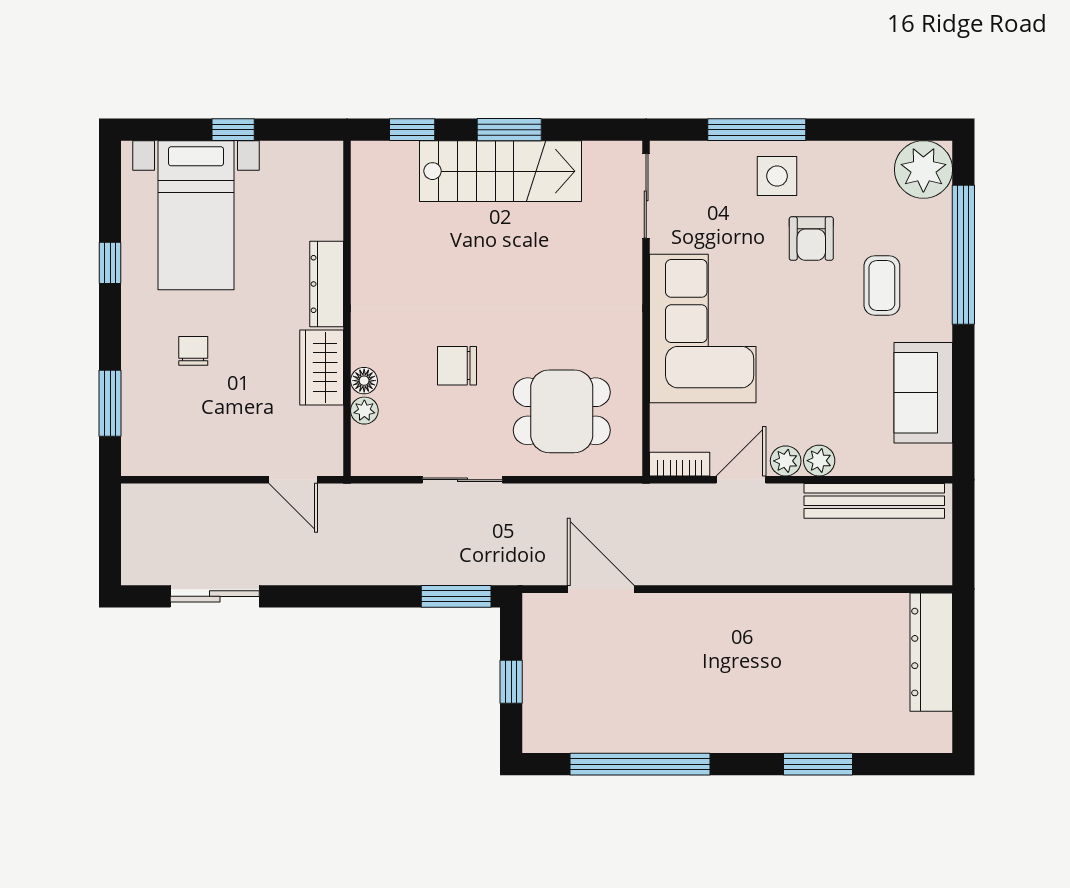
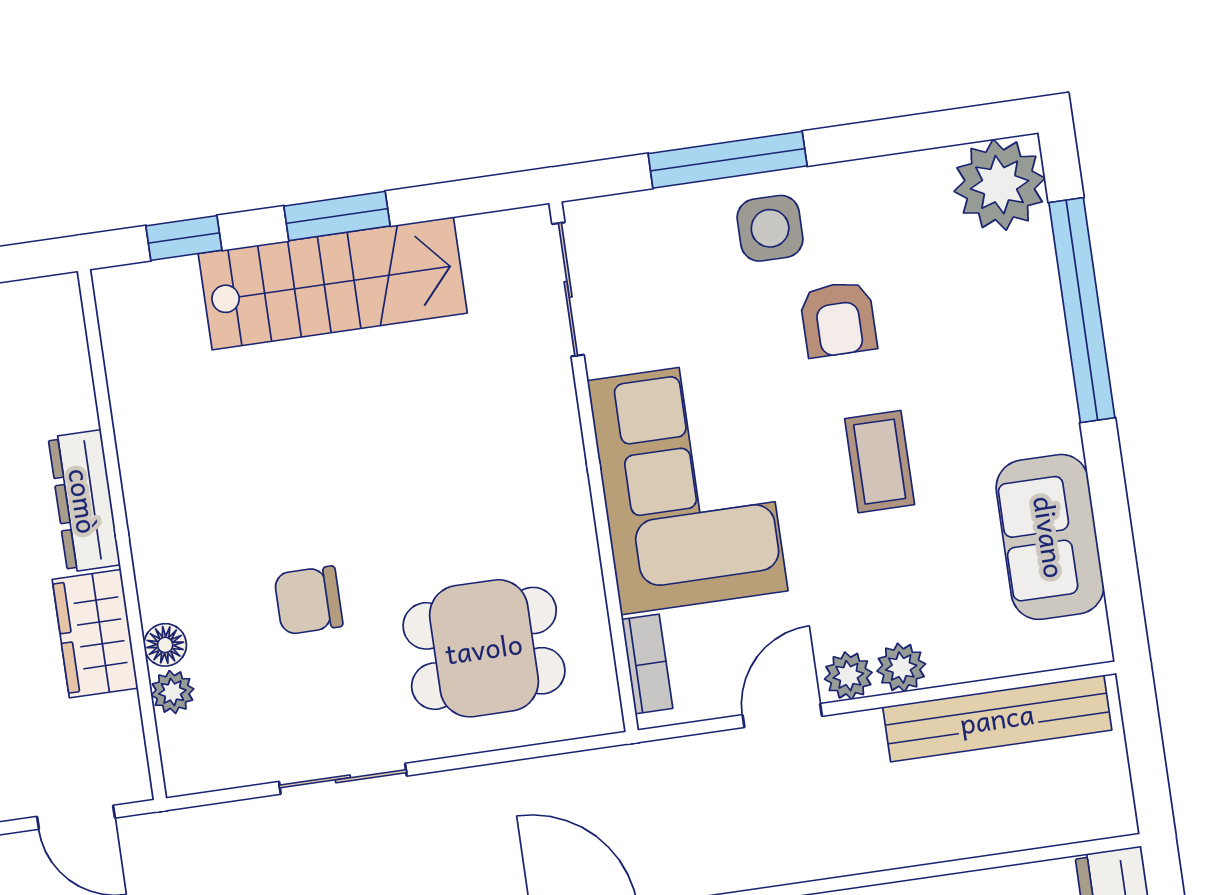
coffee table: (882, 286) -> (880, 462), moved
bookcase: (680, 464) -> (647, 664), moved, turned 90

